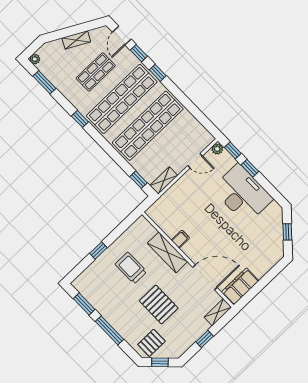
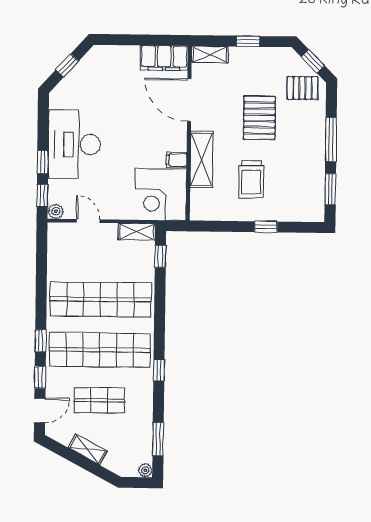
corner desk: (171, 213) -> (161, 194), added

